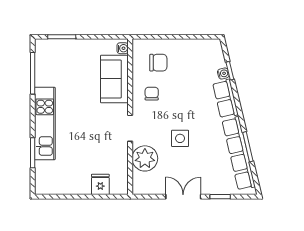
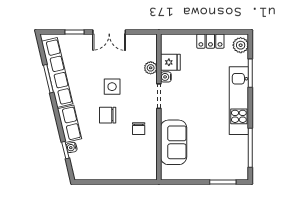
water cooler: (123, 48) -> (166, 77), moved
chair: (158, 63) -> (108, 115), moved
plant: (145, 158) -> (151, 68), width x0.53, depth x0.53
plant: (43, 183) -> (241, 45), added
fridge: (100, 184) -> (170, 62), moved, turned -90
locker: (75, 187) -> (210, 41), added

